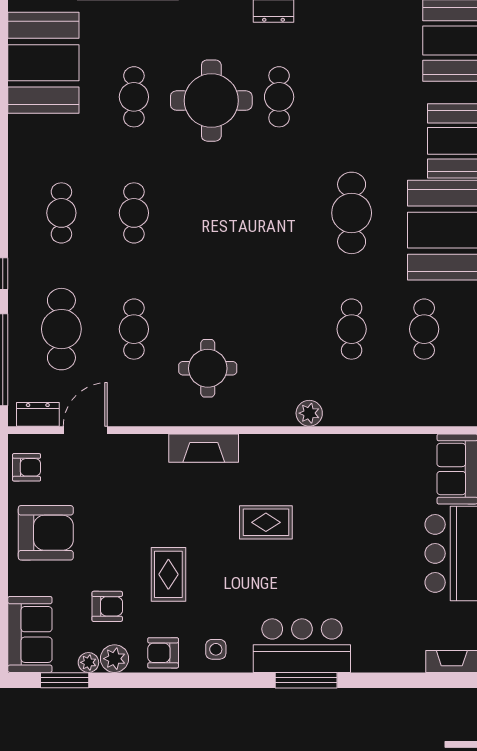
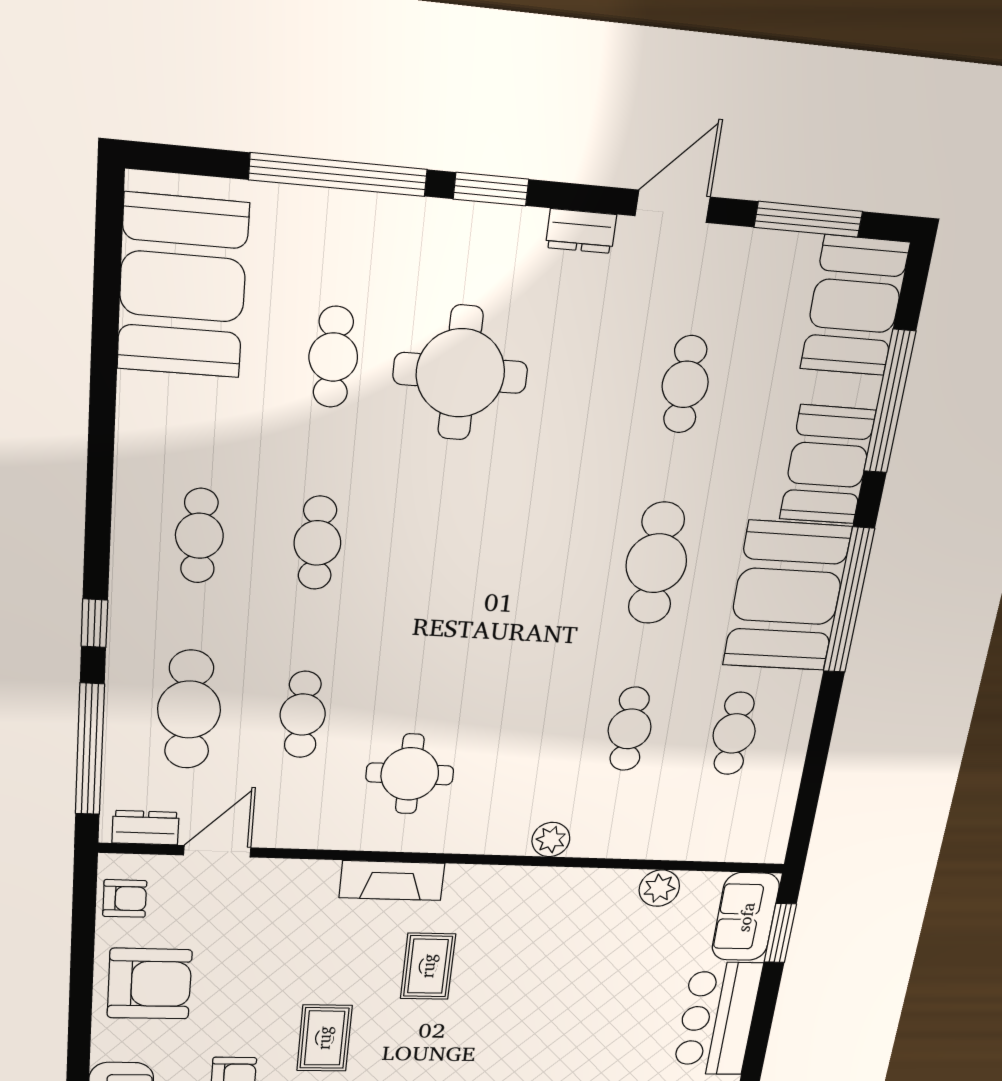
cafe table: (279, 97) -> (685, 384), moved
plant: (391, 448) -> (659, 888), added
rug: (266, 522) -> (428, 966), moved, turned 90

